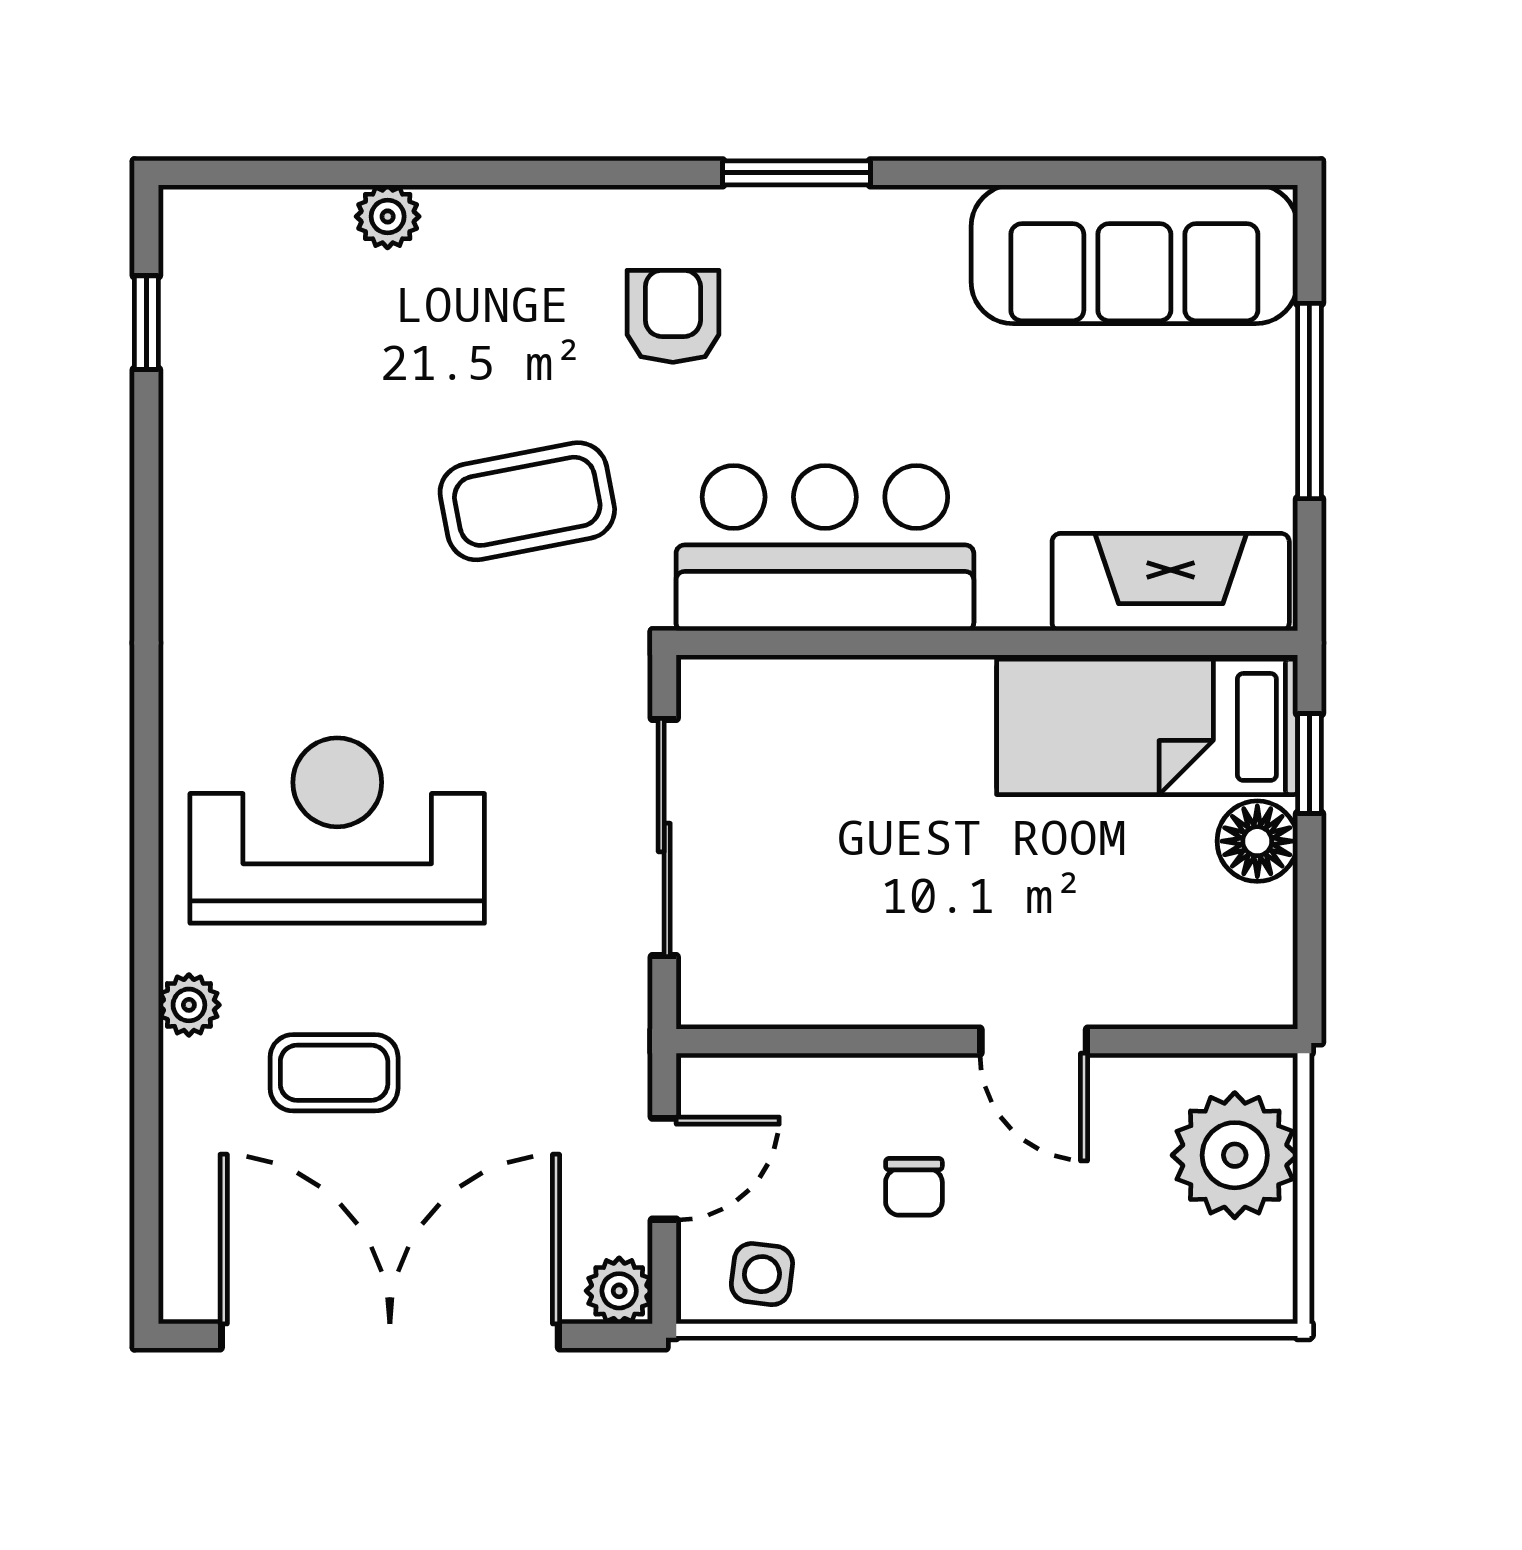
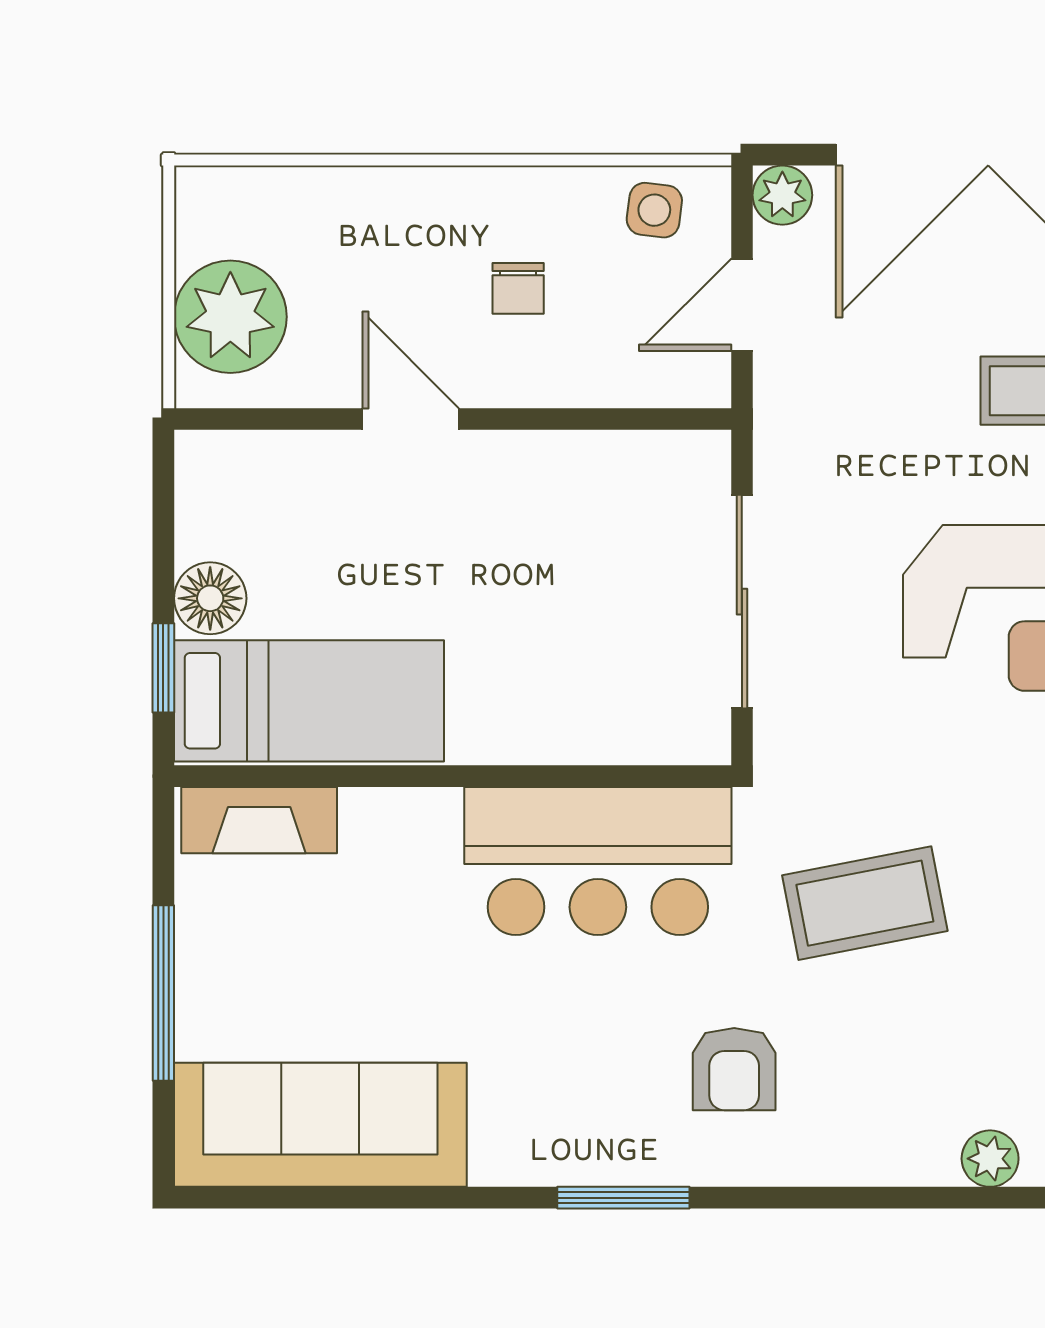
fireplace: (1171, 582) -> (259, 820), width x0.73, depth x0.76
chair: (914, 1187) -> (518, 288), turned 180

